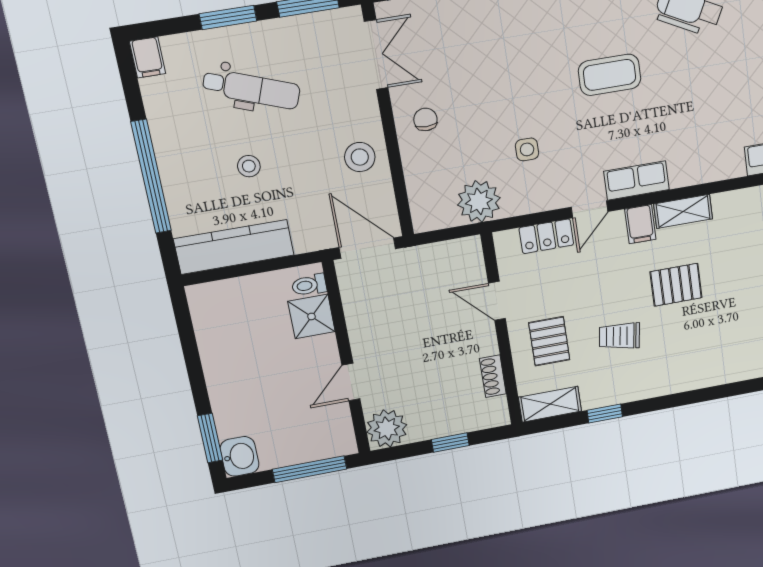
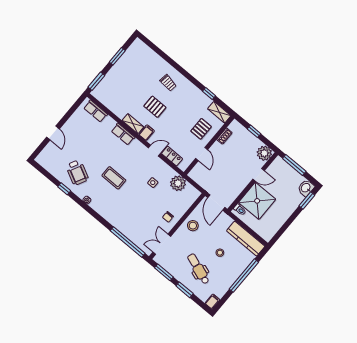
row of seats: (637, 181) -> (123, 134), moved
shower: (312, 316) -> (257, 201), width x1.86, depth x1.86
trolley: (619, 336) -> (168, 83), moved

